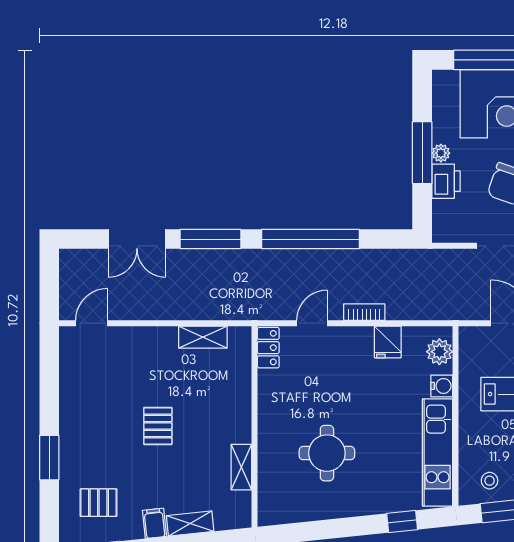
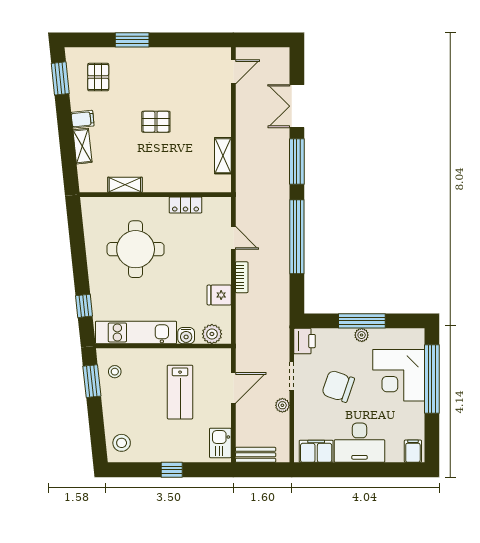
printer: (446, 181) -> (305, 341), moved, turned -90
door: (92, 323) -> (233, 72), hinge flipped
locker: (268, 348) -> (185, 205), moved
round table: (327, 453) -> (136, 249), width x1.36, depth x1.36

